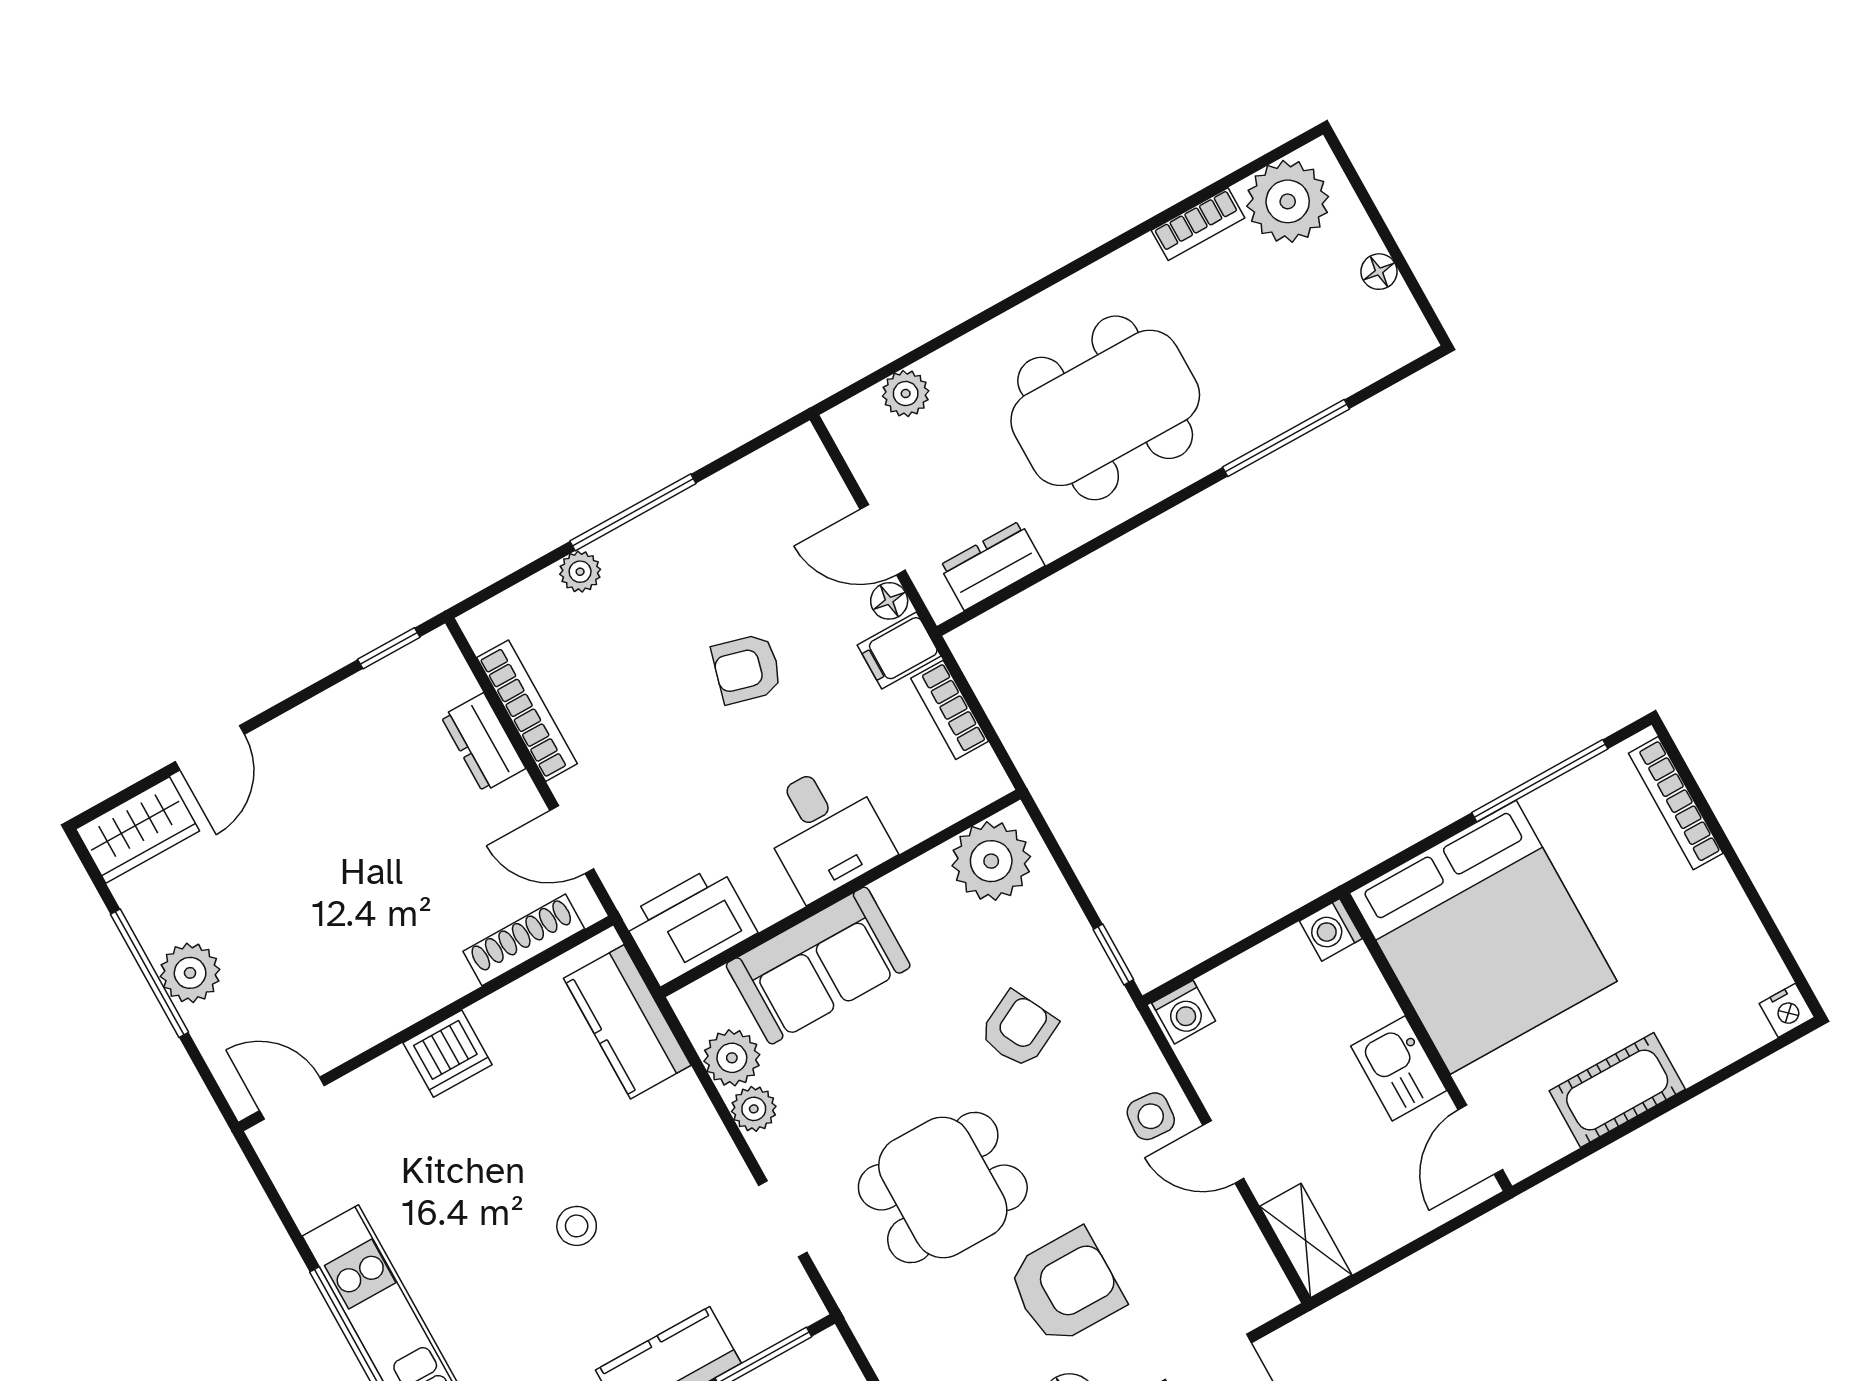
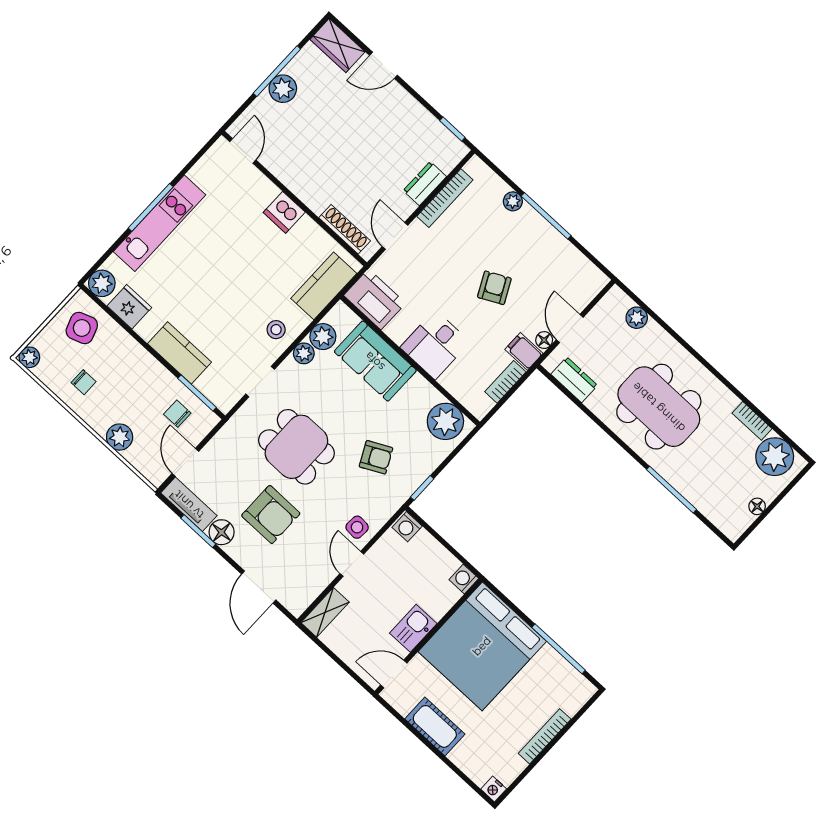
armchair: (747, 669) -> (494, 288), turned 48
bookcase: (1676, 803) -> (545, 736), moved
stool: (577, 1226) -> (276, 330), moved

